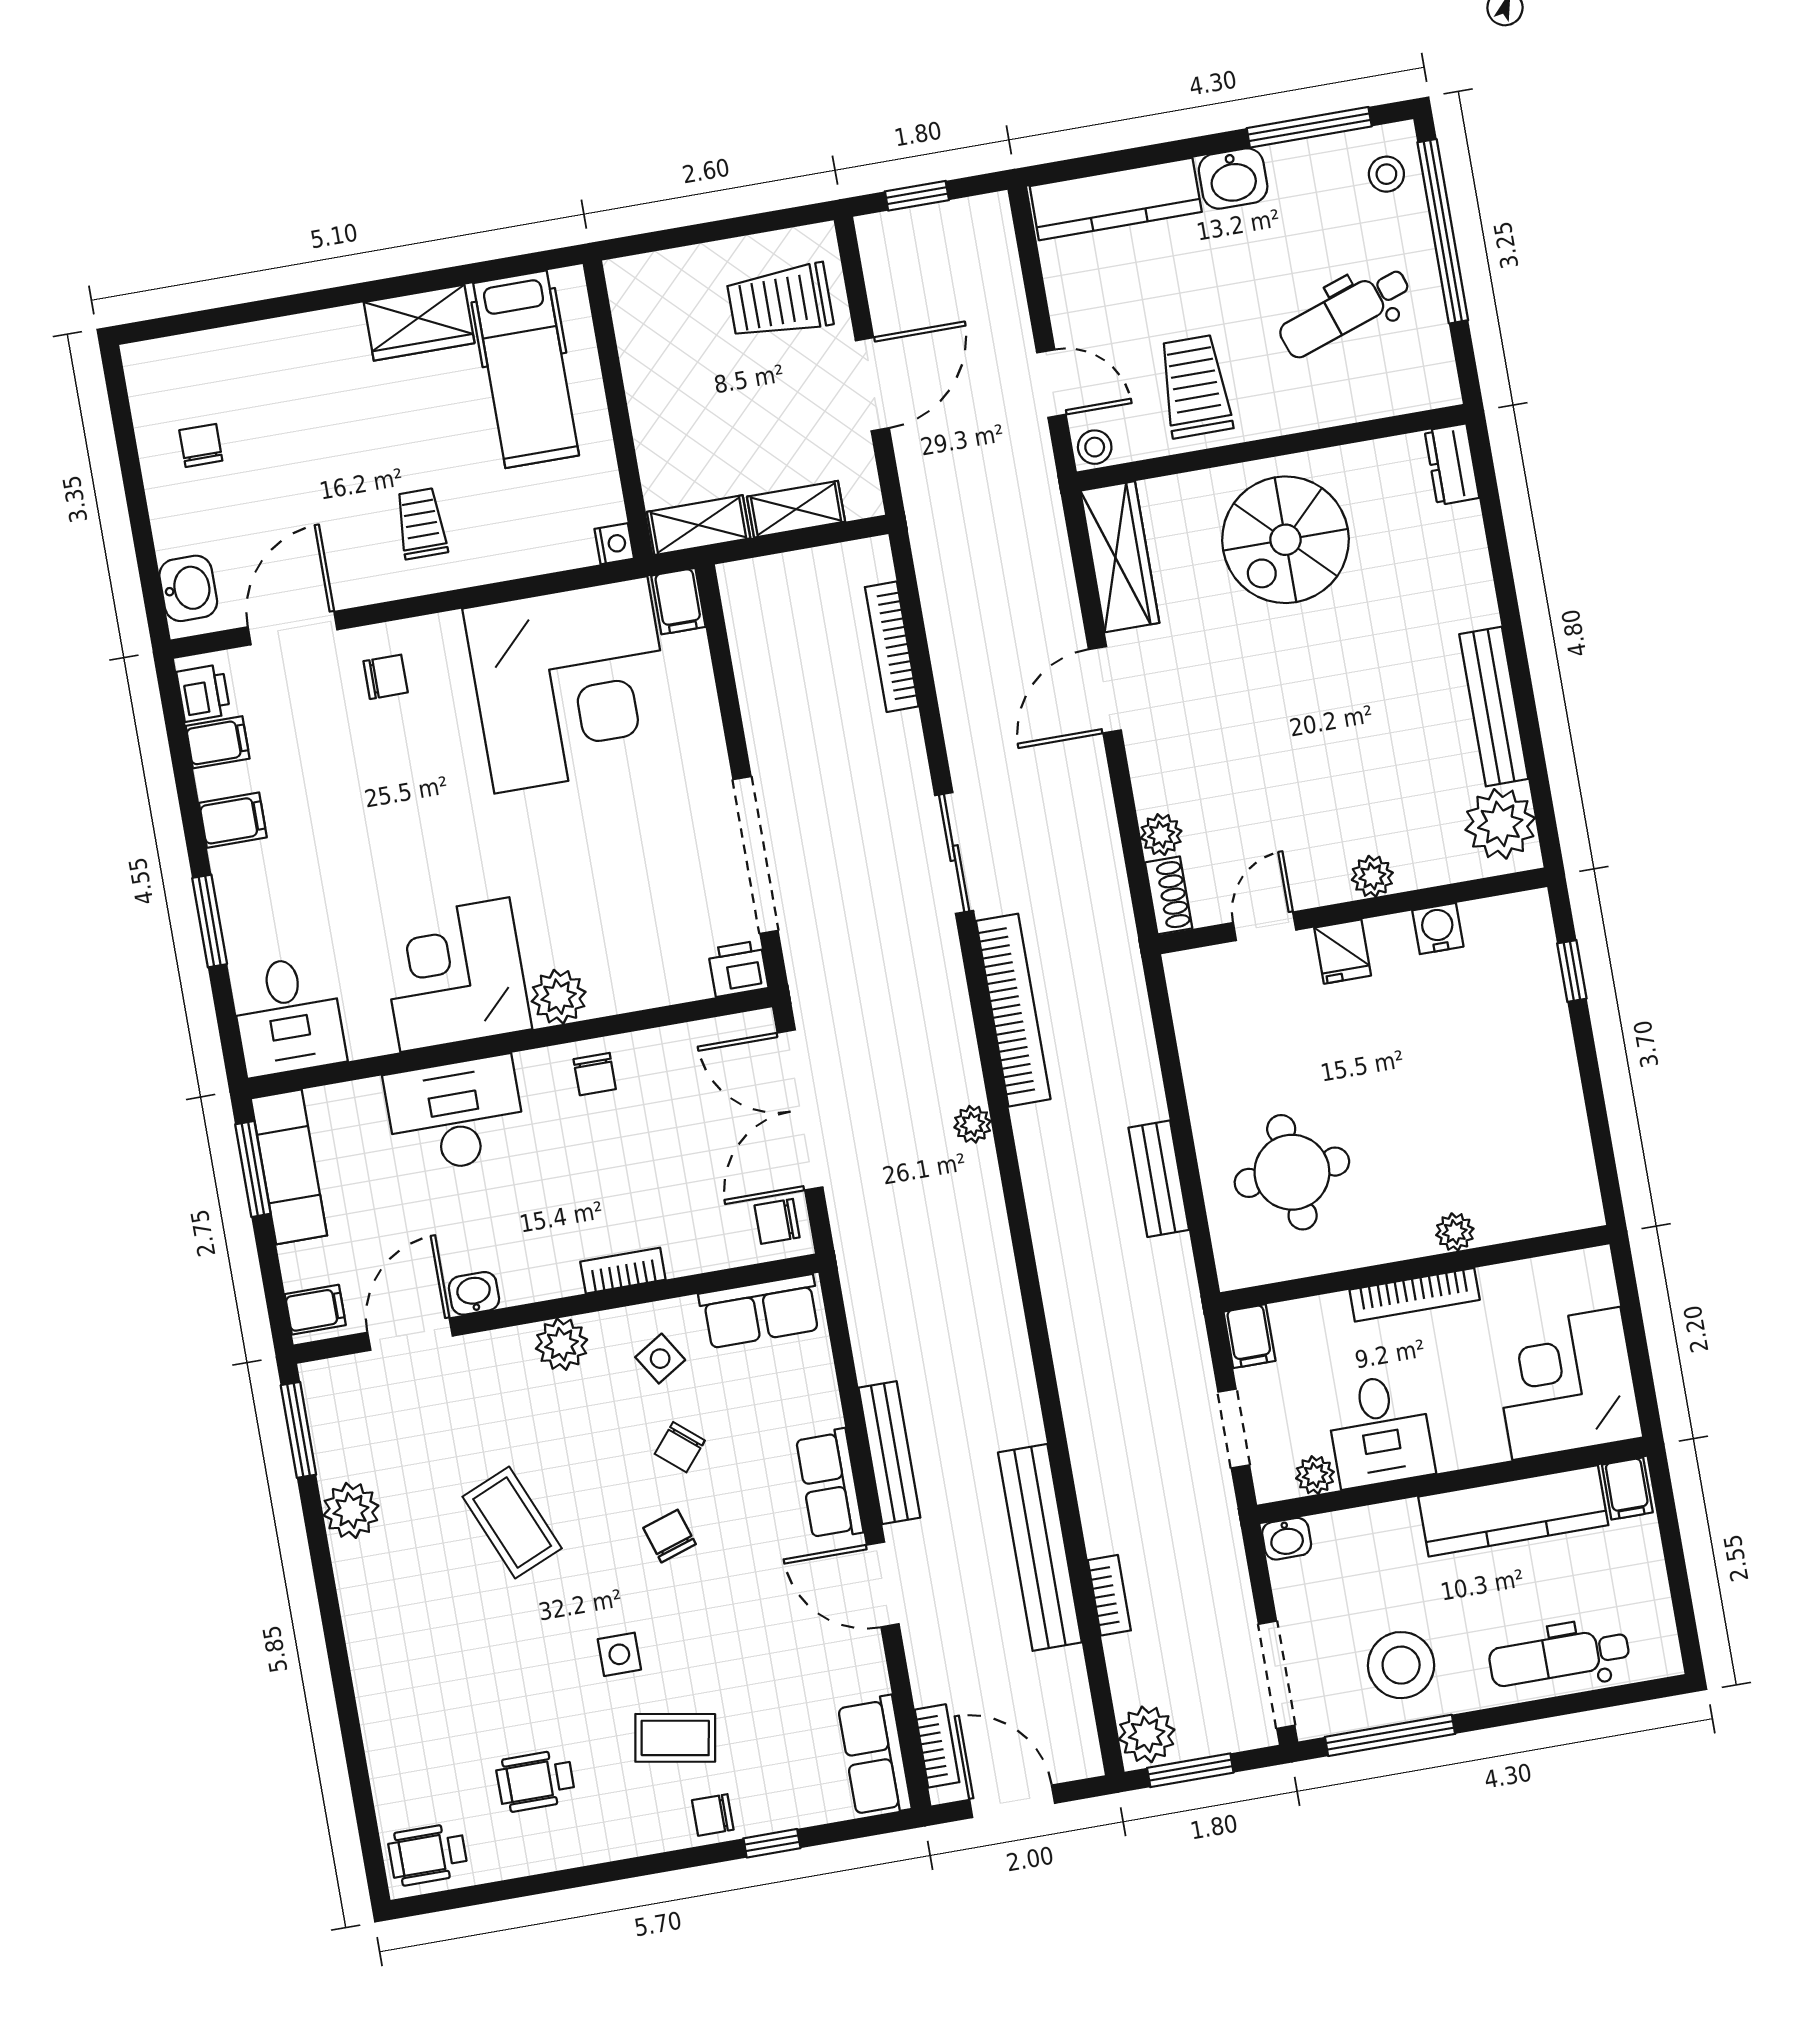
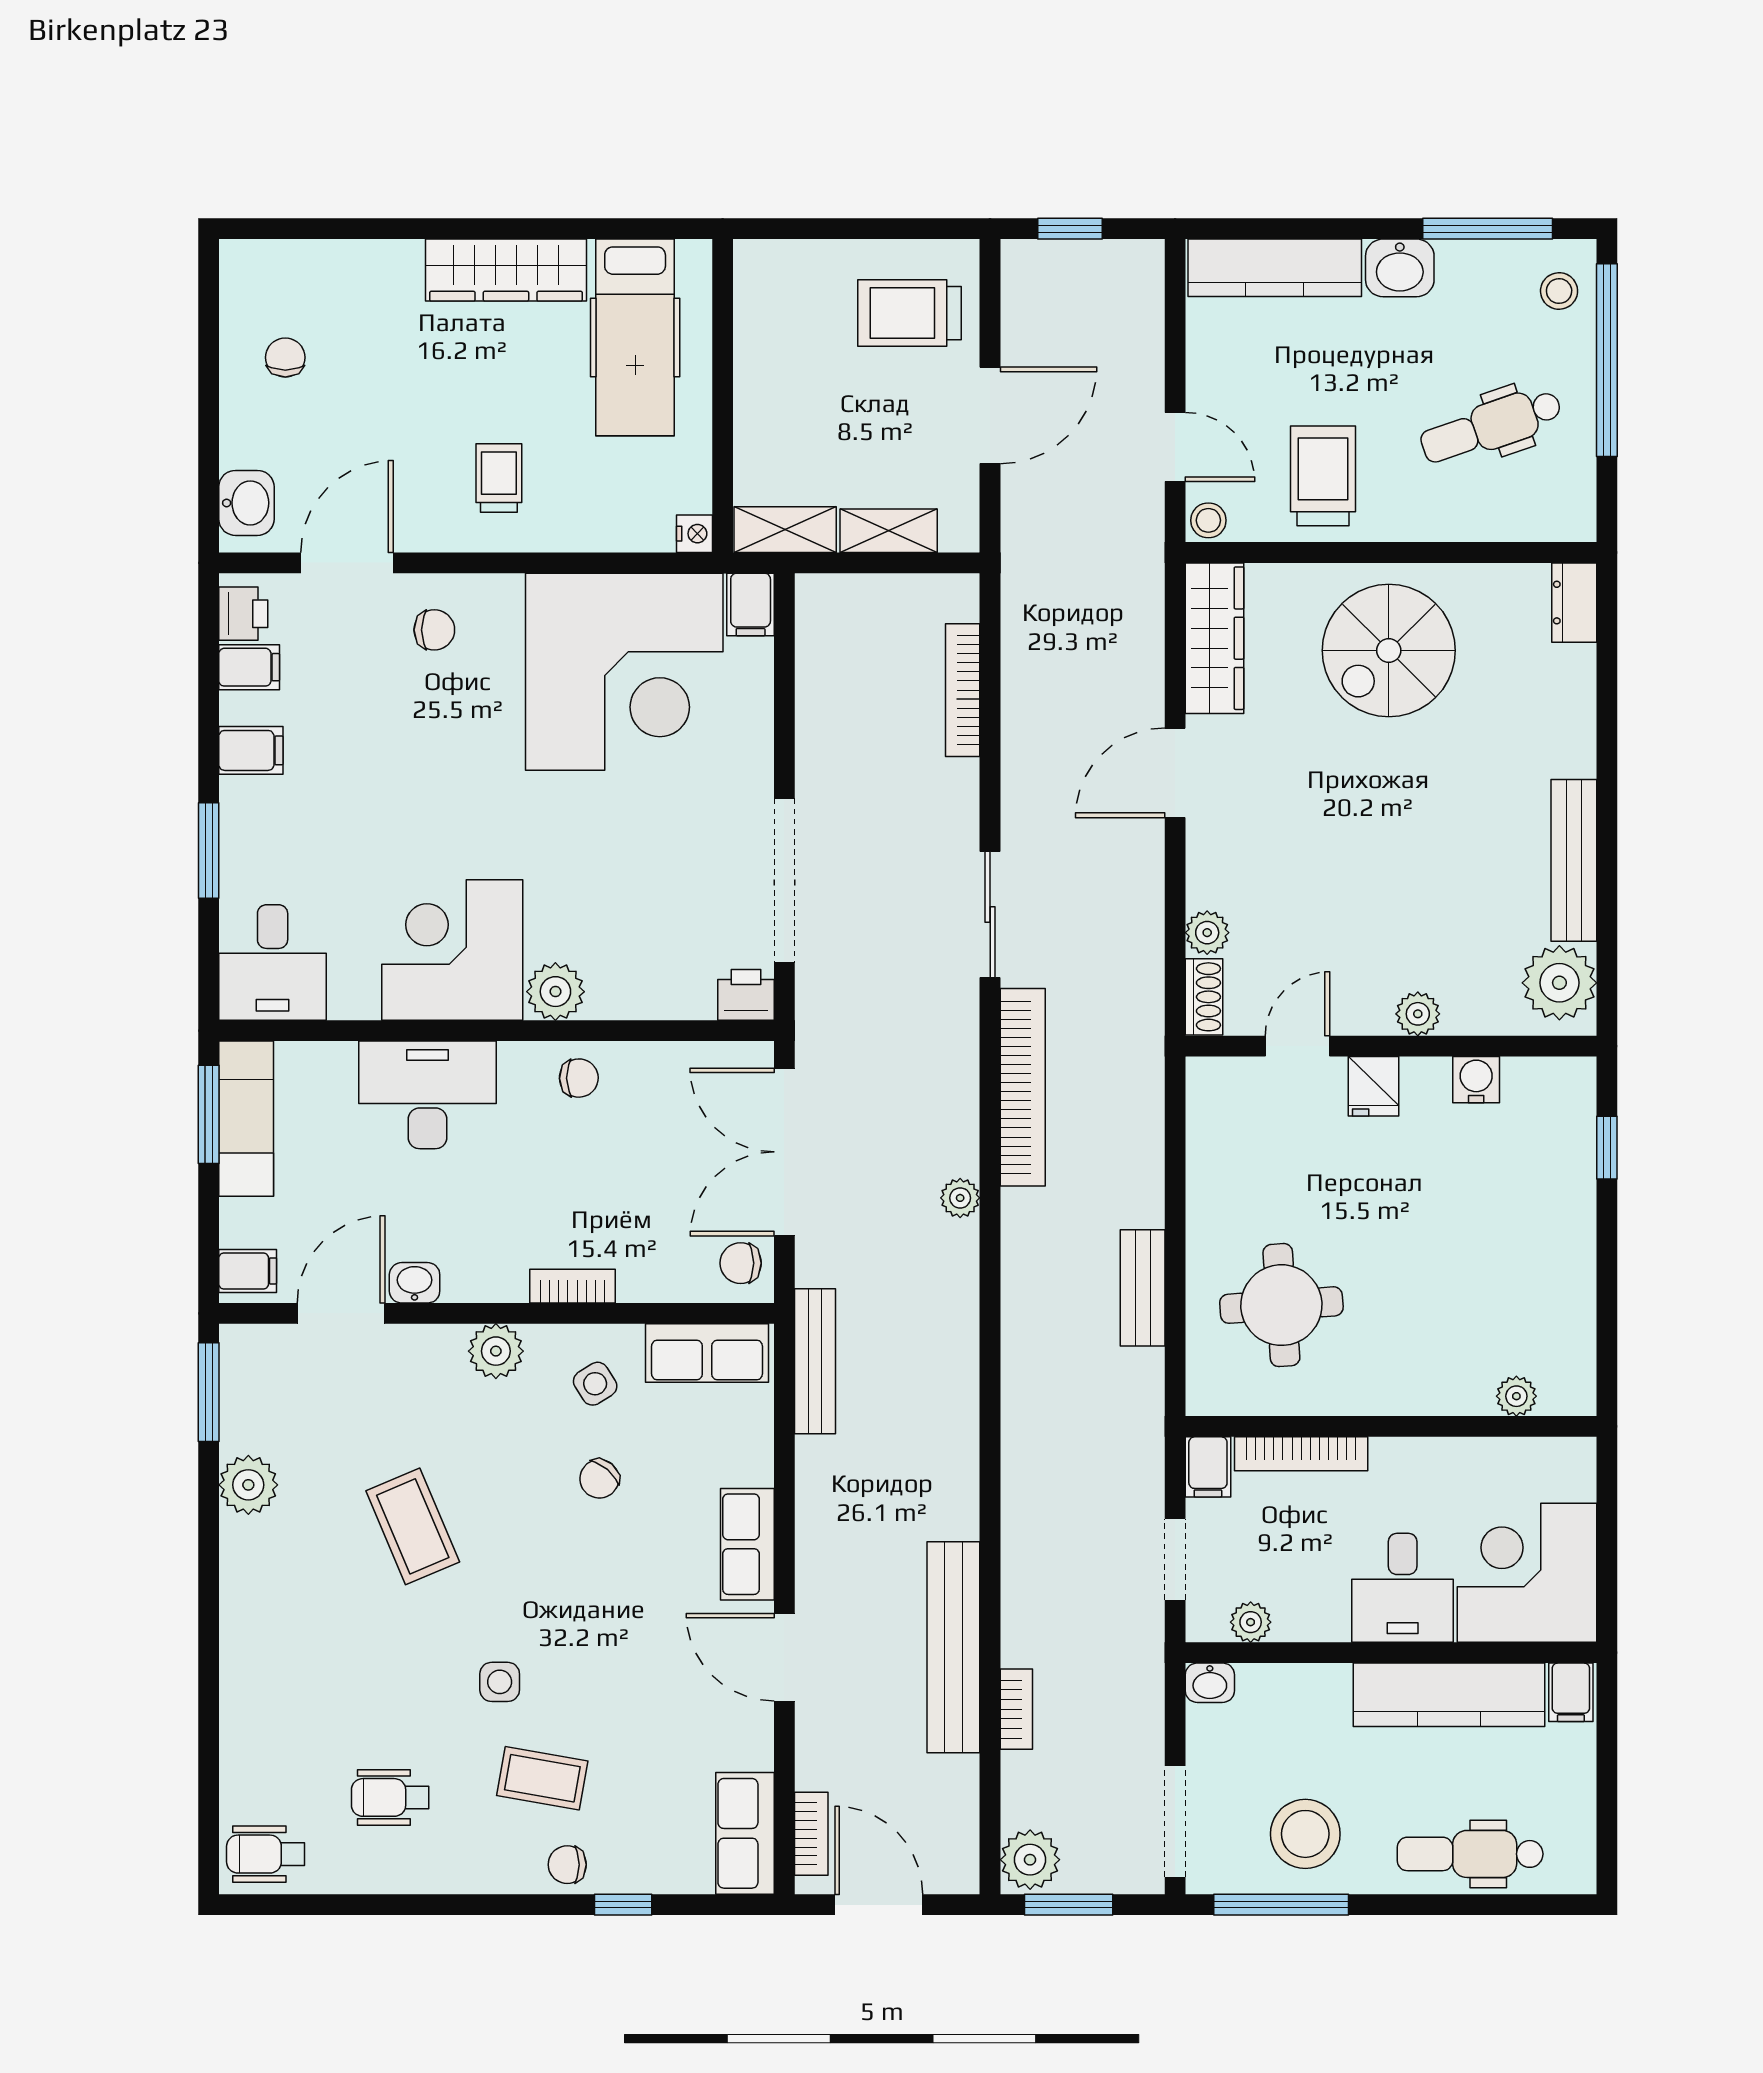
wardrobe: (419, 323) -> (506, 270), width x1.50
chair: (595, 1074) -> (579, 1078), turned -91
plant: (1455, 1232) -> (1516, 1396), moved
bookcase: (1415, 1295) -> (1301, 1454), moved
desk: (1380, 1431) -> (1403, 1588), moved
bench: (889, 1453) -> (815, 1361), moved
chair: (670, 1536) -> (573, 1569), removed

